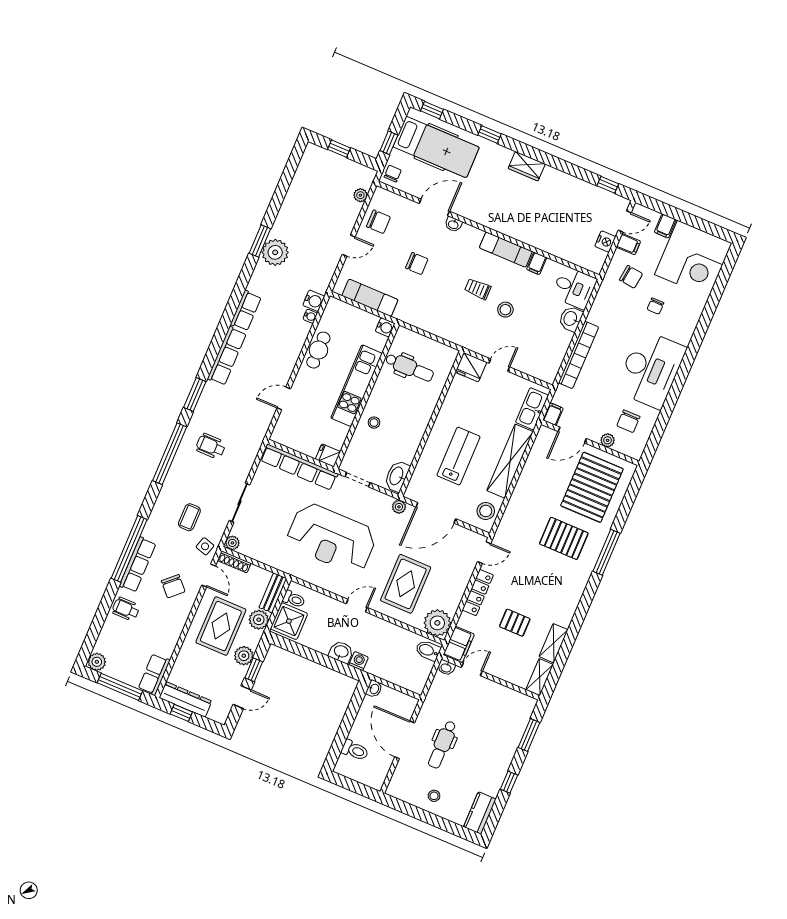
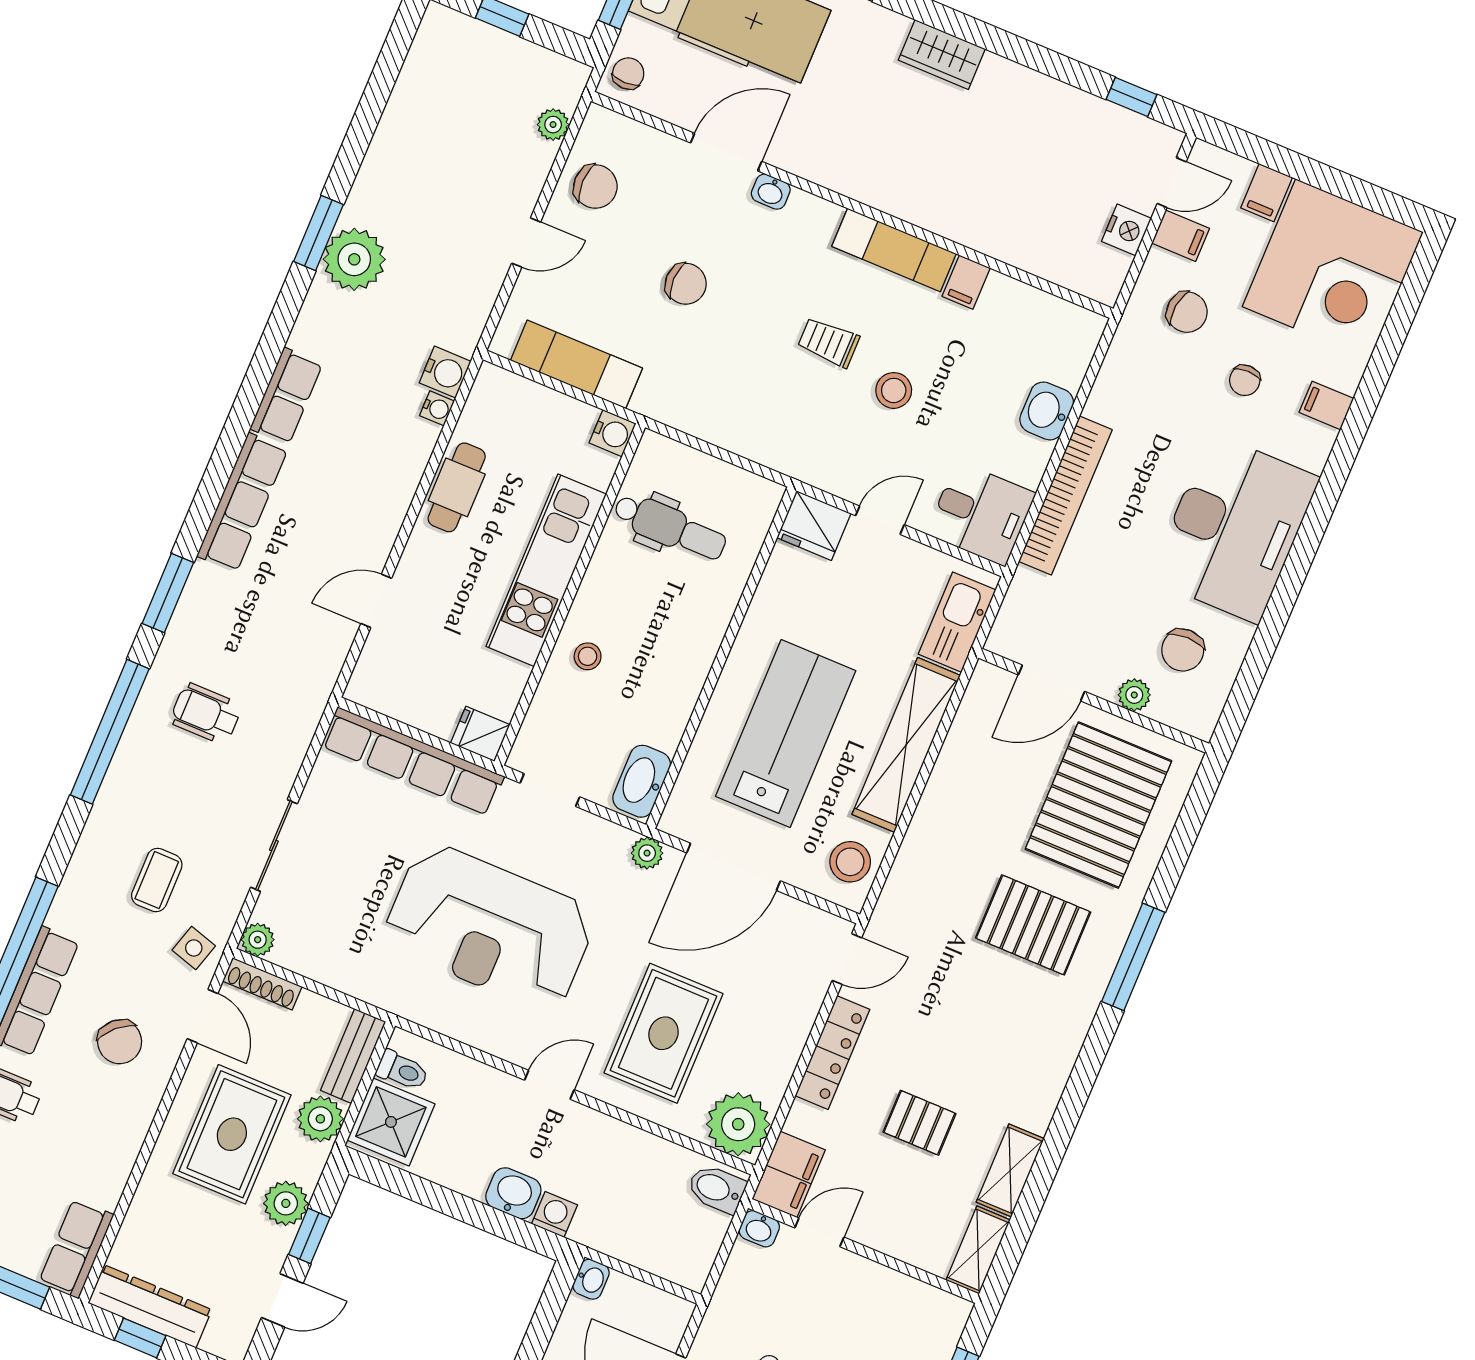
desk: (574, 288) -> (981, 514), moved
filing cabinet: (553, 414) -> (1326, 405), moved, turned -90
lab bench: (458, 456) -> (786, 734), width x1.36, depth x1.39

